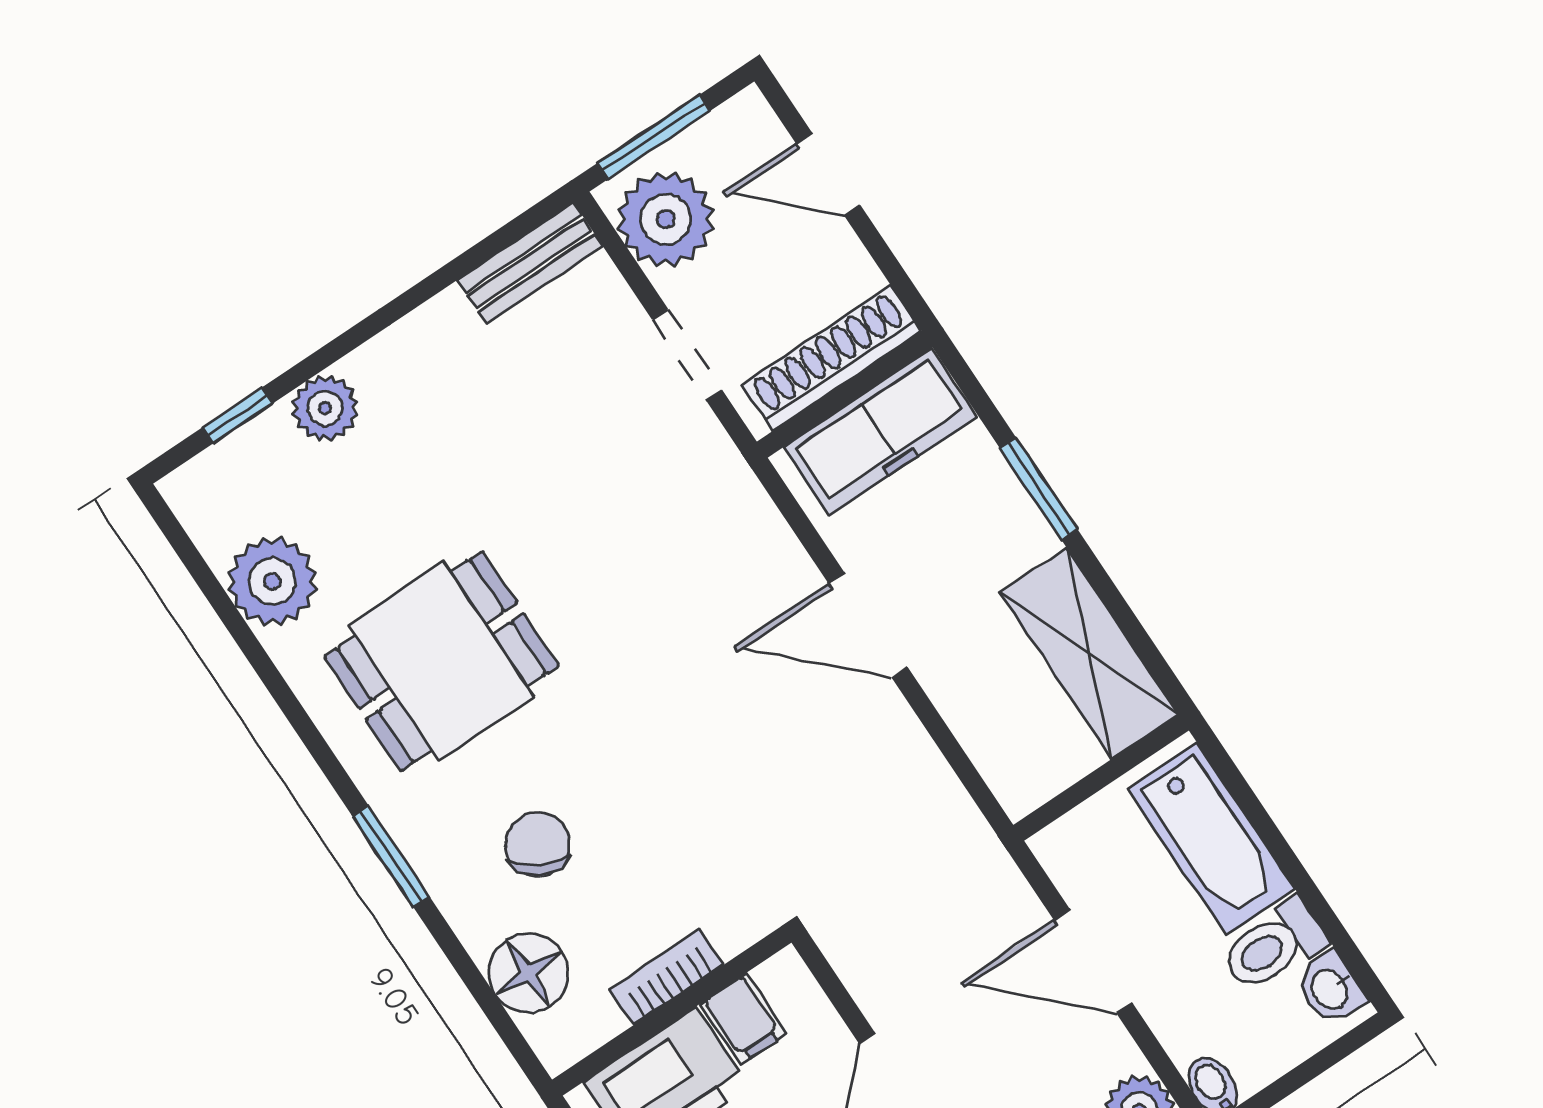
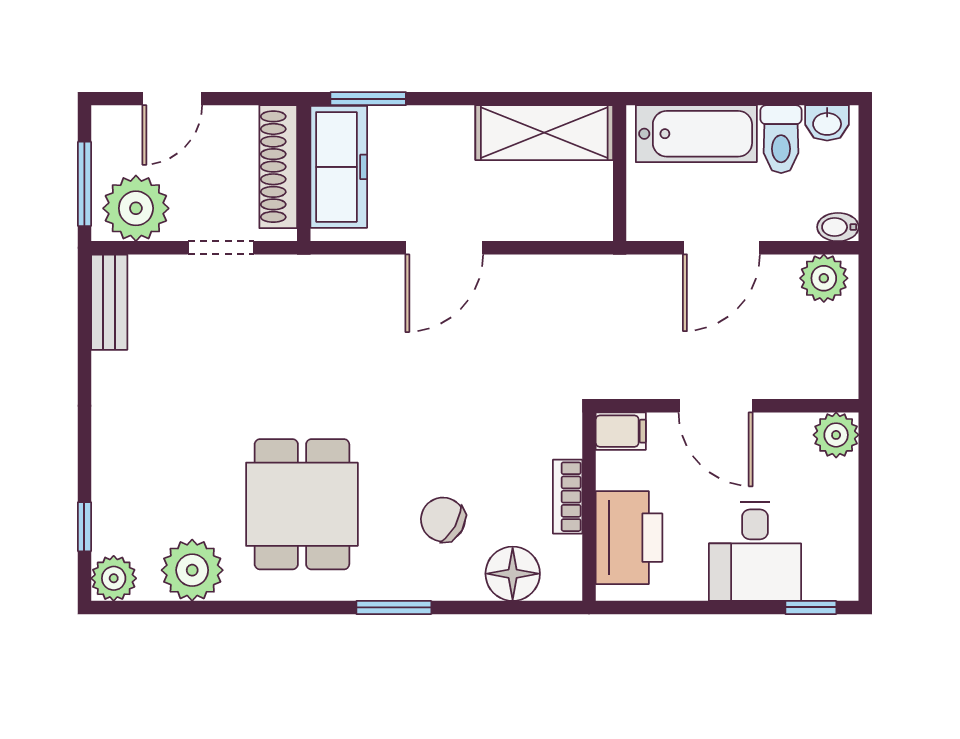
plant: (325, 408) -> (114, 578), moved
window: (1039, 489) -> (368, 99), moved
filing cabinet: (743, 1019) -> (621, 431), moved

